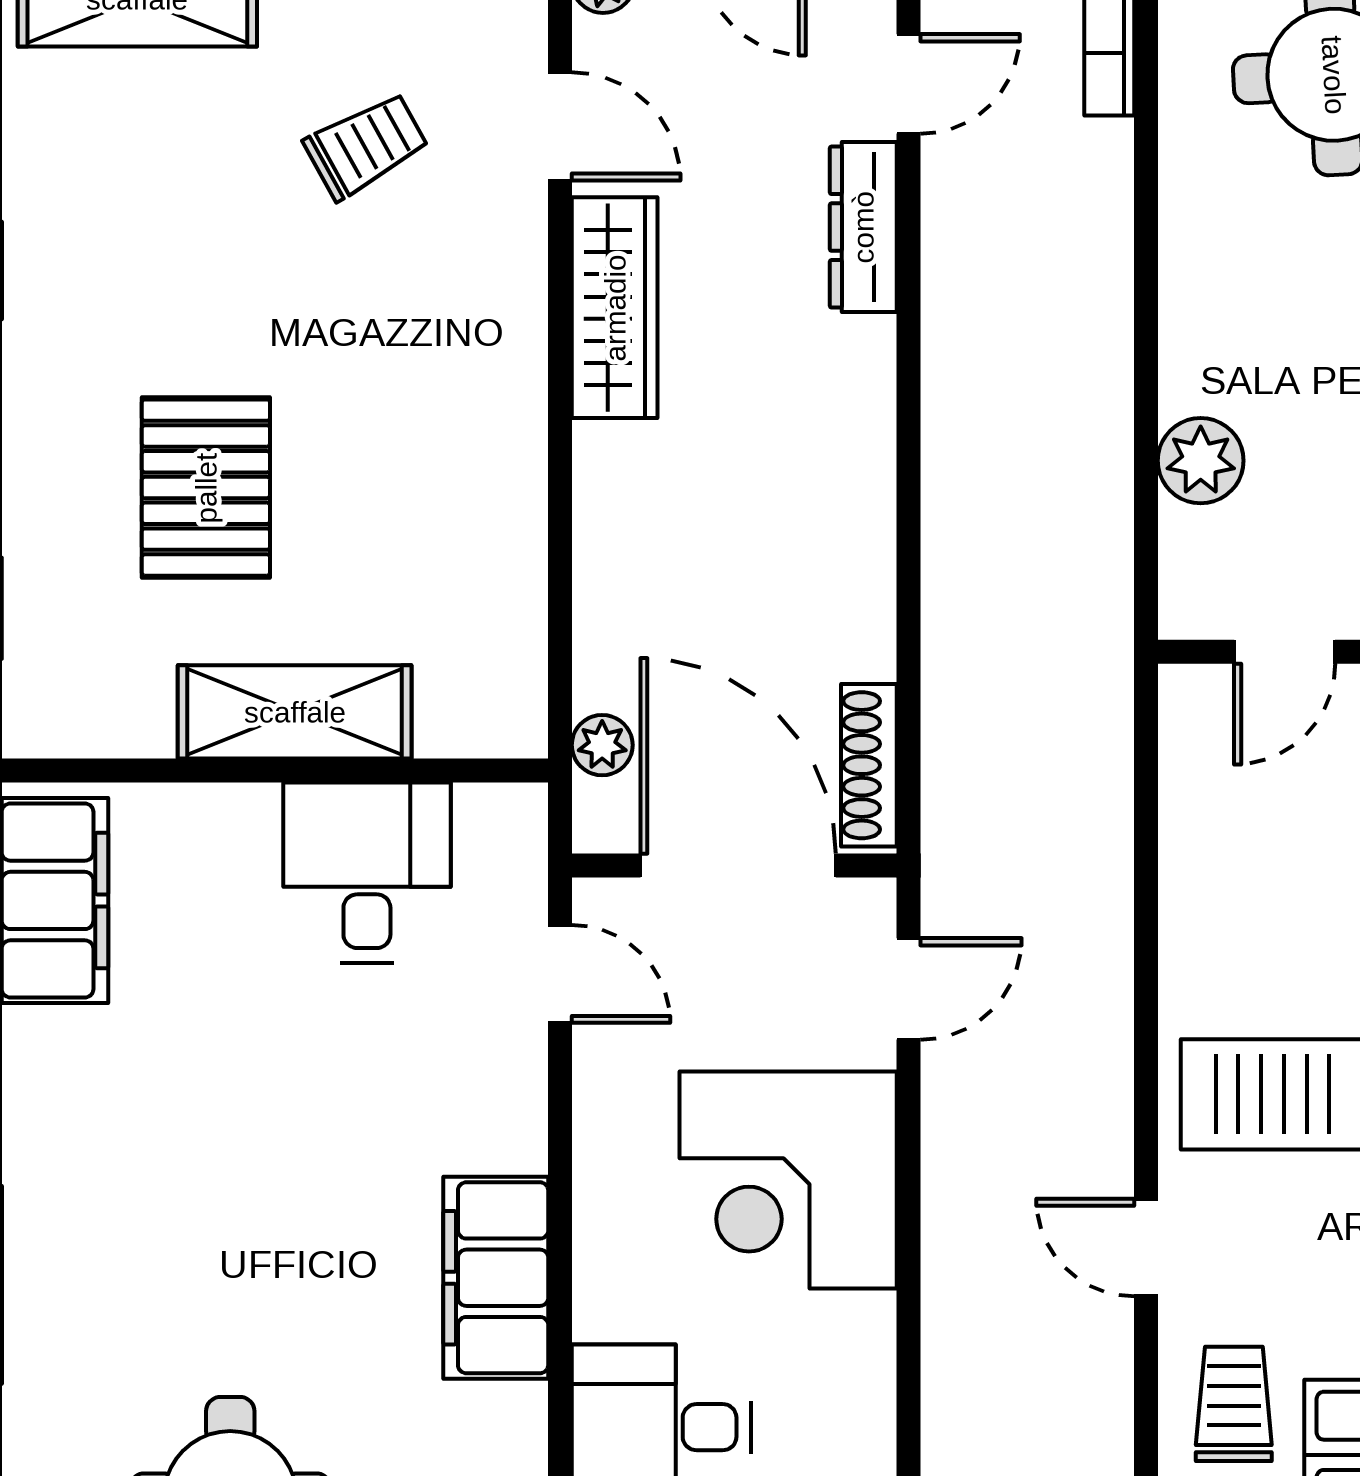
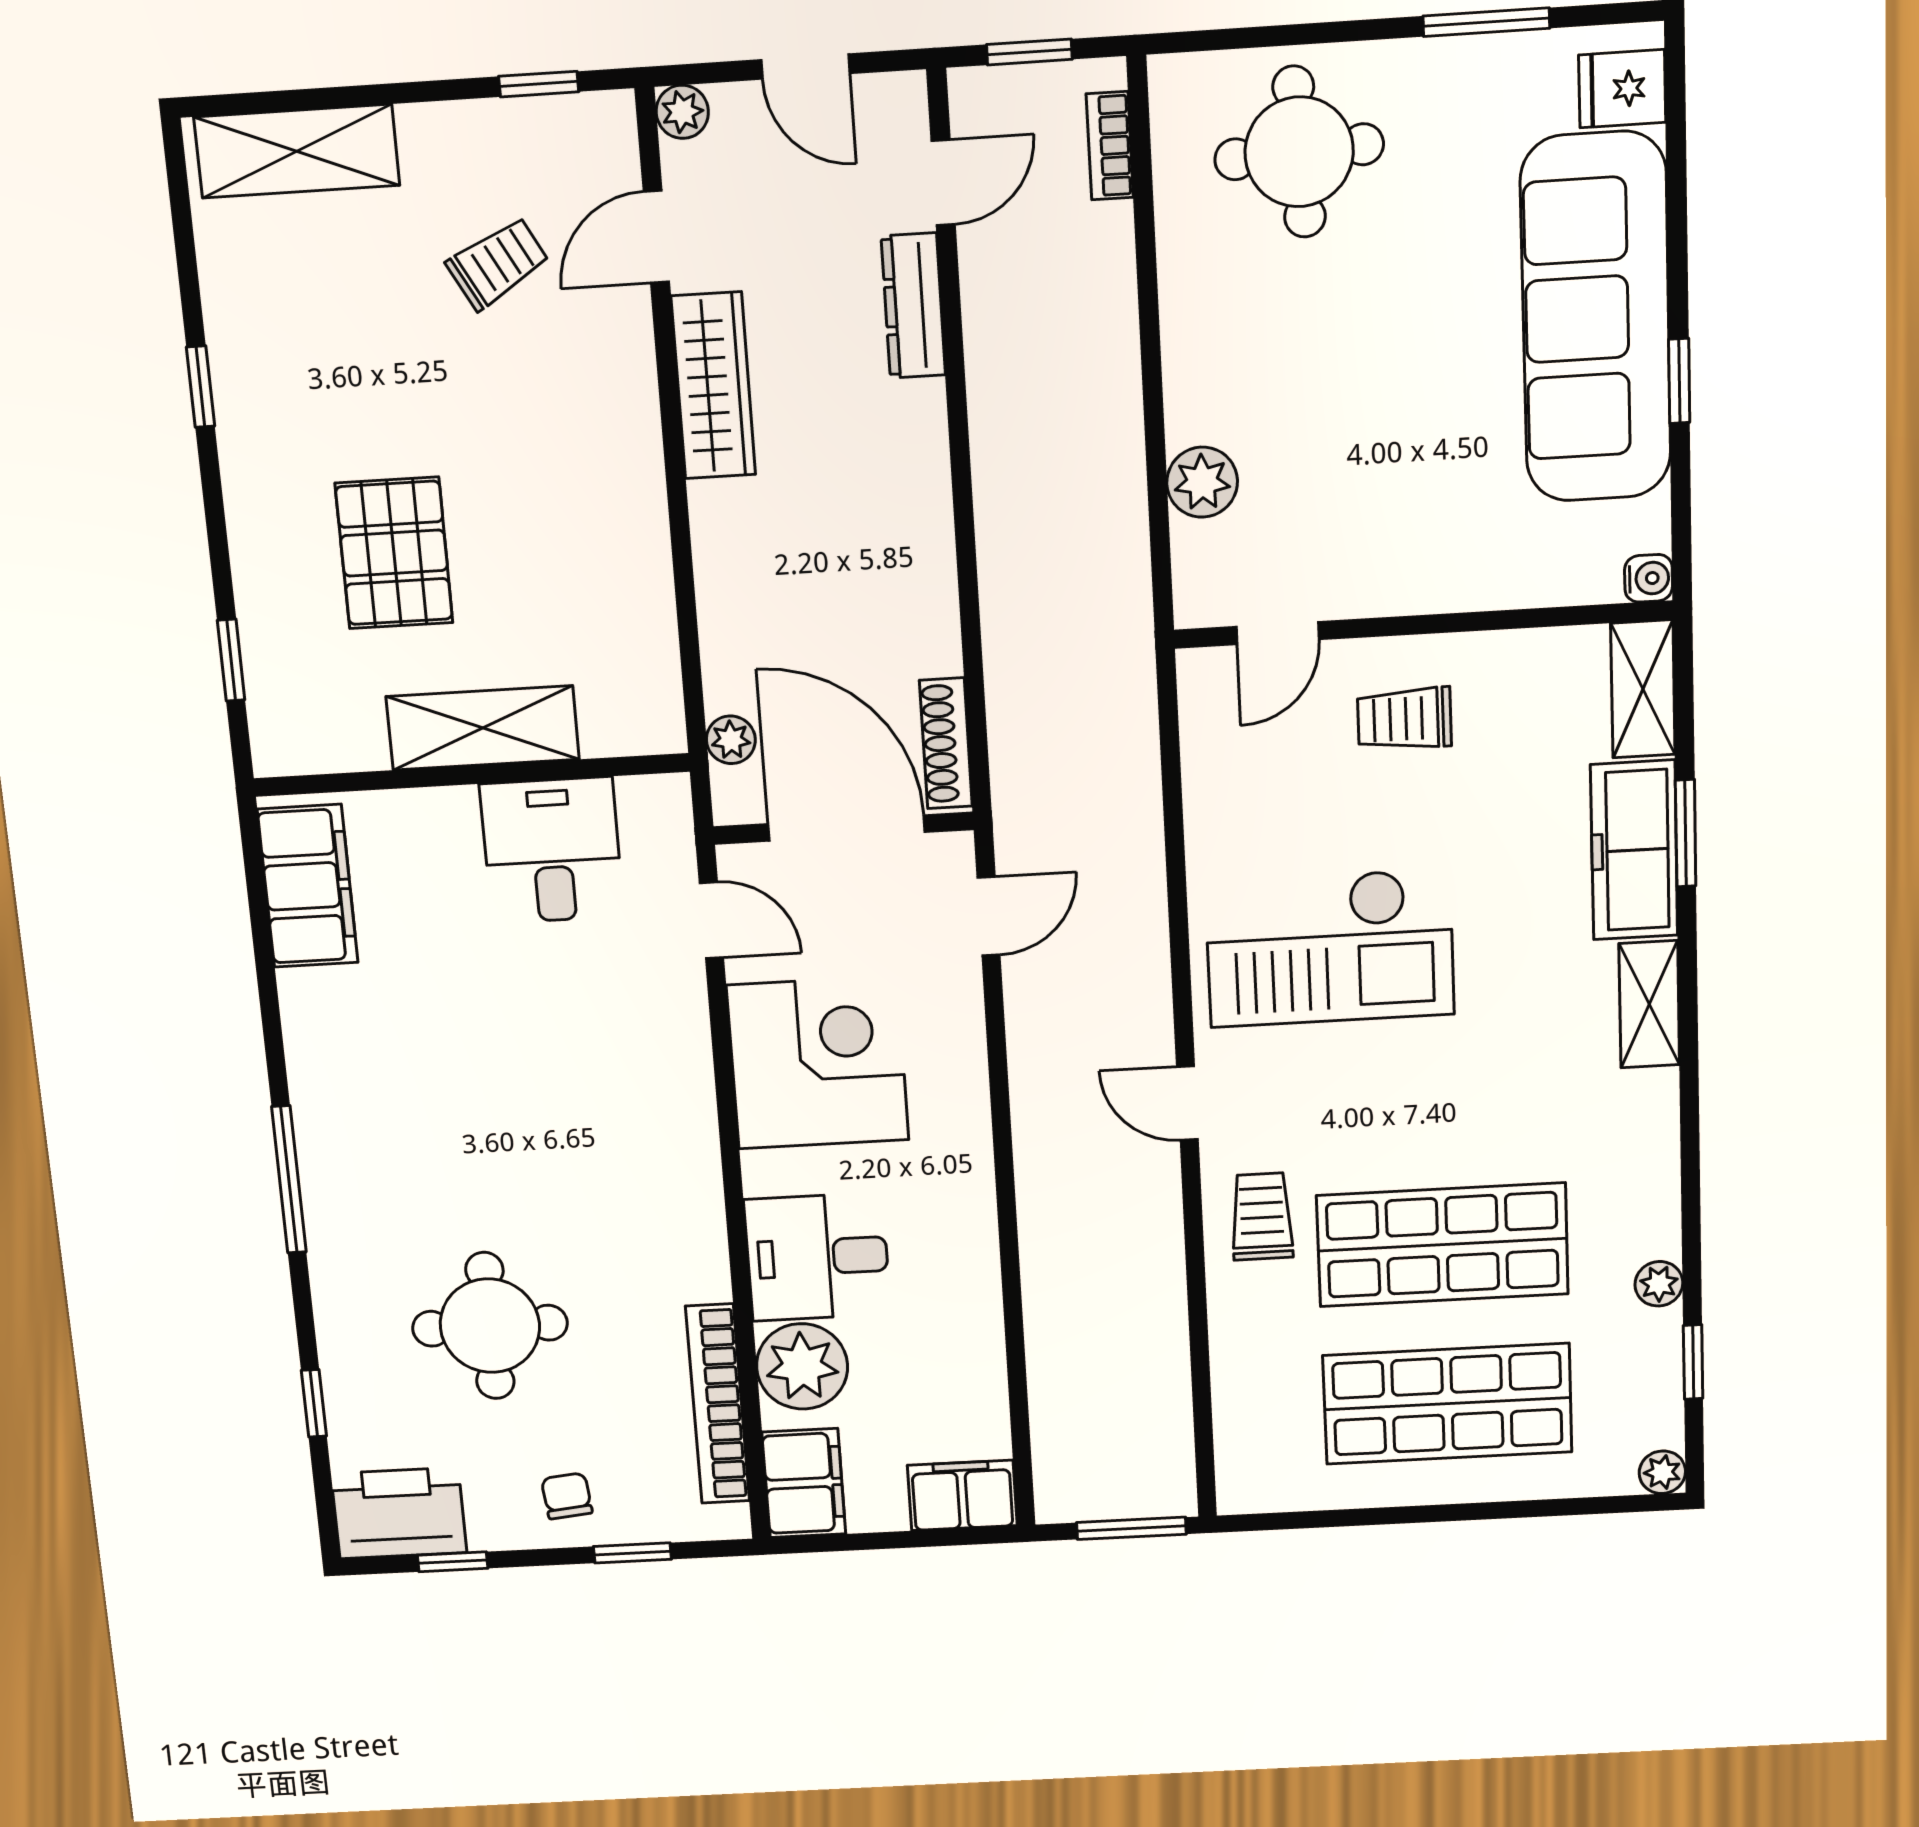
door: (560, 126) -> (656, 237), swing flipped
corner desk: (788, 1180) -> (818, 1063), moved, turned 180
filing cabinet: (496, 1278) -> (680, 1153), removed

